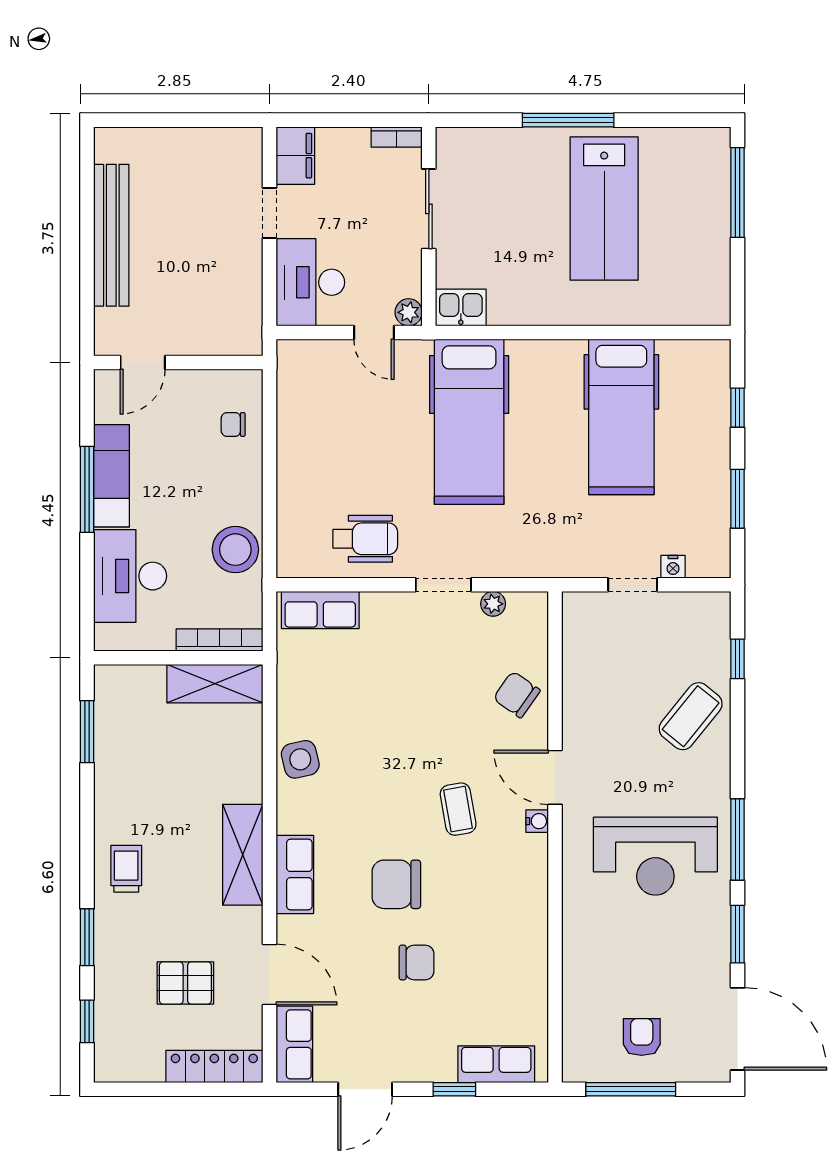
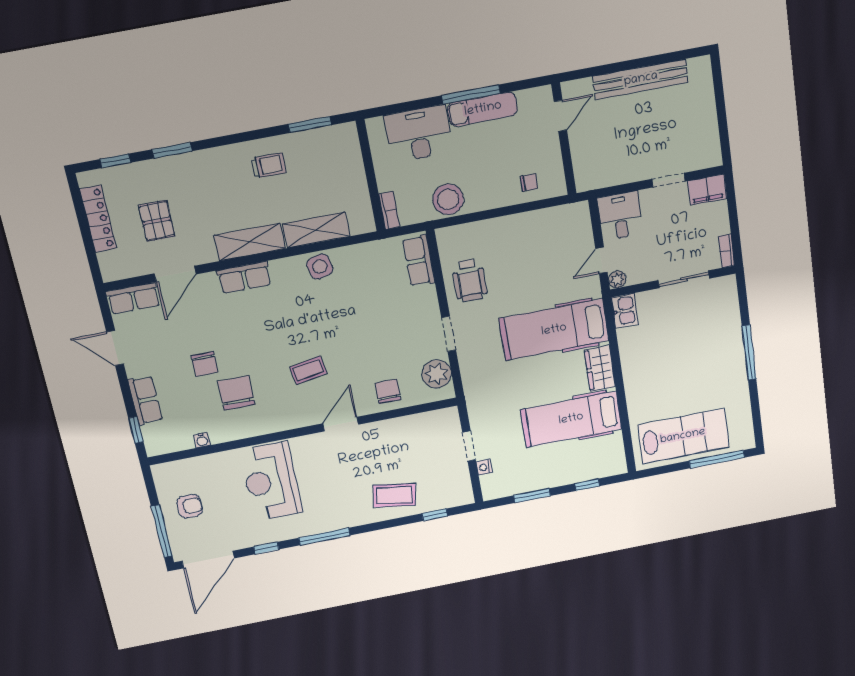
lab bench: (604, 209) -> (683, 436), moved, turned 180
desk: (310, 282) -> (620, 216), width x0.73
wardrobe: (546, 359) -> (600, 368), added
door: (143, 362) -> (560, 116), swing flipped
chair: (233, 424) -> (529, 183), turned 90
plant: (493, 604) -> (437, 374), width x1.87, depth x1.87
bookcase: (219, 640) -> (389, 210), width x0.64
shelving: (215, 684) -> (316, 230), moved, turned 90
chair: (517, 694) -> (388, 391), turned -35
coffee table: (691, 716) -> (394, 495), turned -30
water cooler: (537, 821) -> (202, 440), moved
reception desk: (655, 856) -> (271, 481), moved
trolley: (126, 869) -> (269, 165), moved
chair: (396, 884) -> (236, 393), moved
window: (737, 934) -> (266, 548), width x0.67
row of seats: (496, 1064) -> (145, 400), moved
locker: (214, 1066) -> (98, 219), moved
window: (454, 1089) -> (136, 430), moved
window: (631, 1089) -> (162, 531), moved

